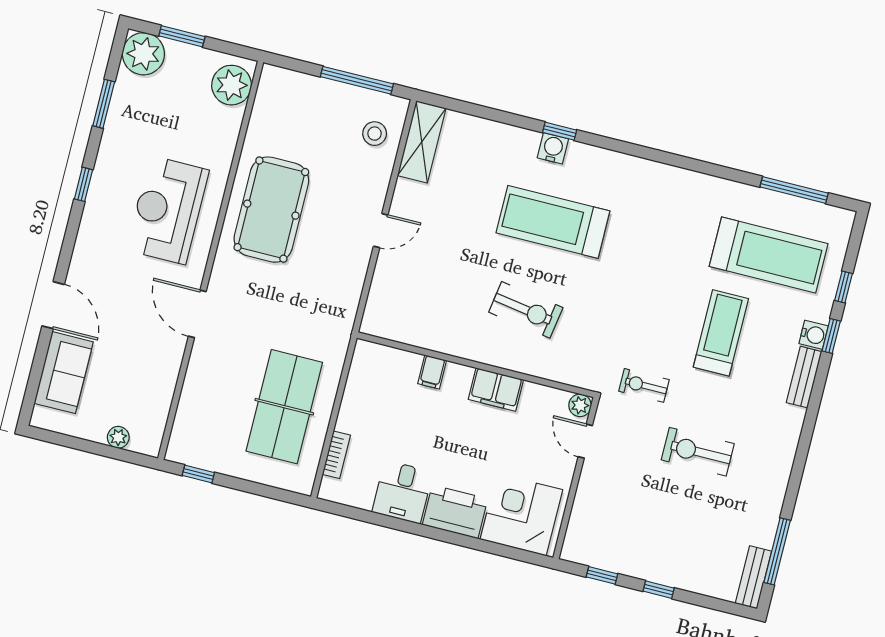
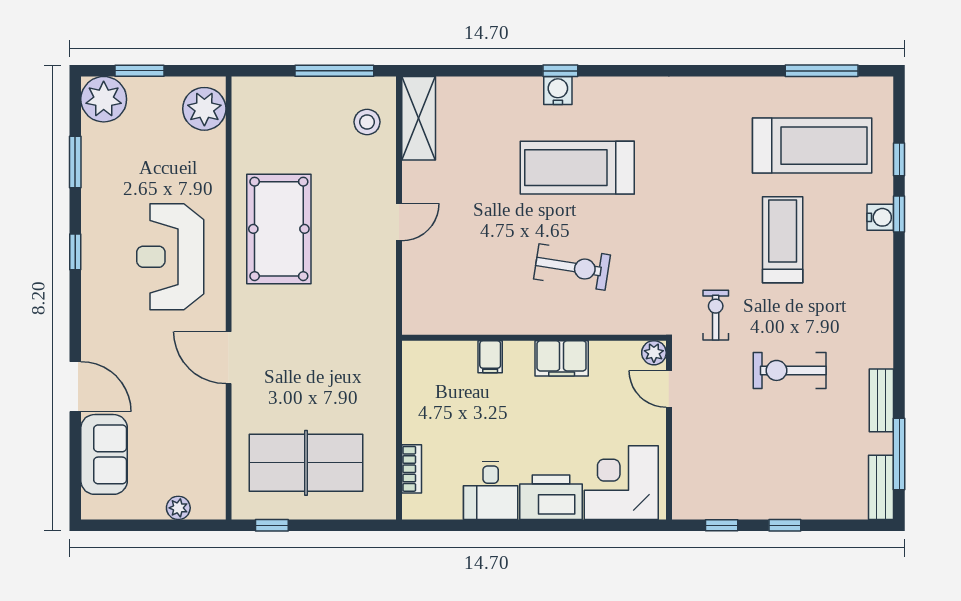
bench: (804, 377) -> (881, 400), moved
exercise bike: (644, 385) -> (716, 315), turned 90
table tennis table: (284, 407) -> (306, 463), moved, turned 90

